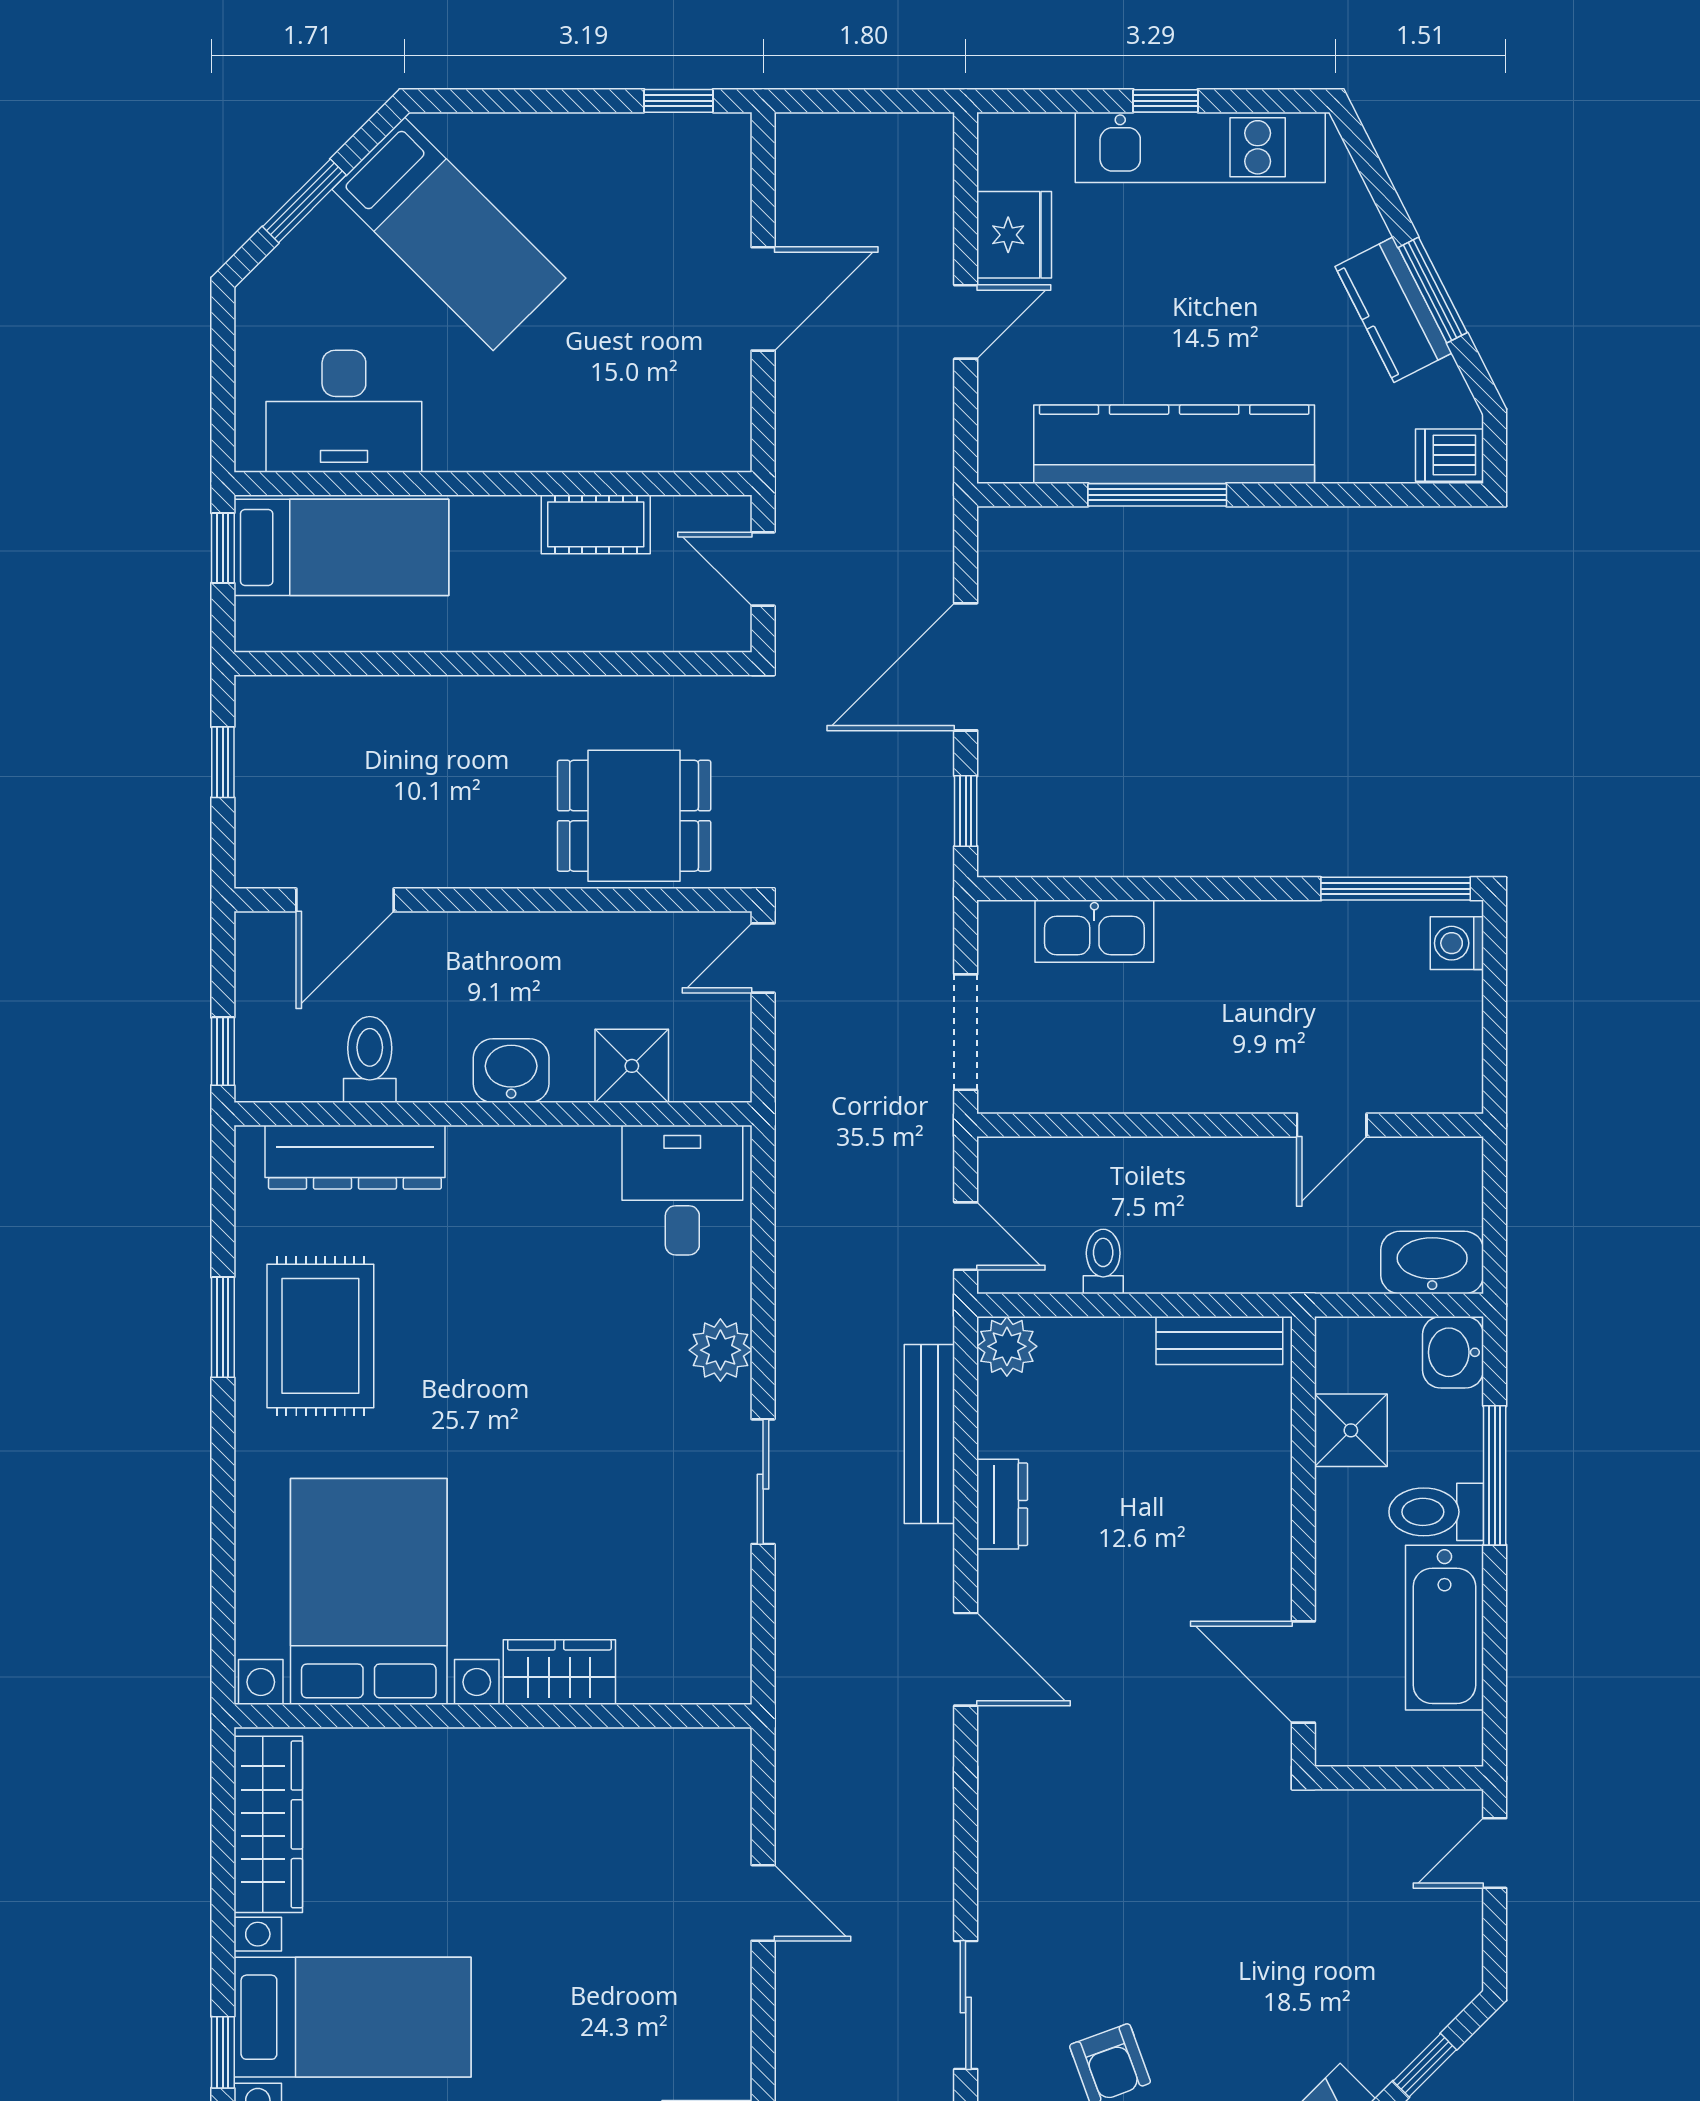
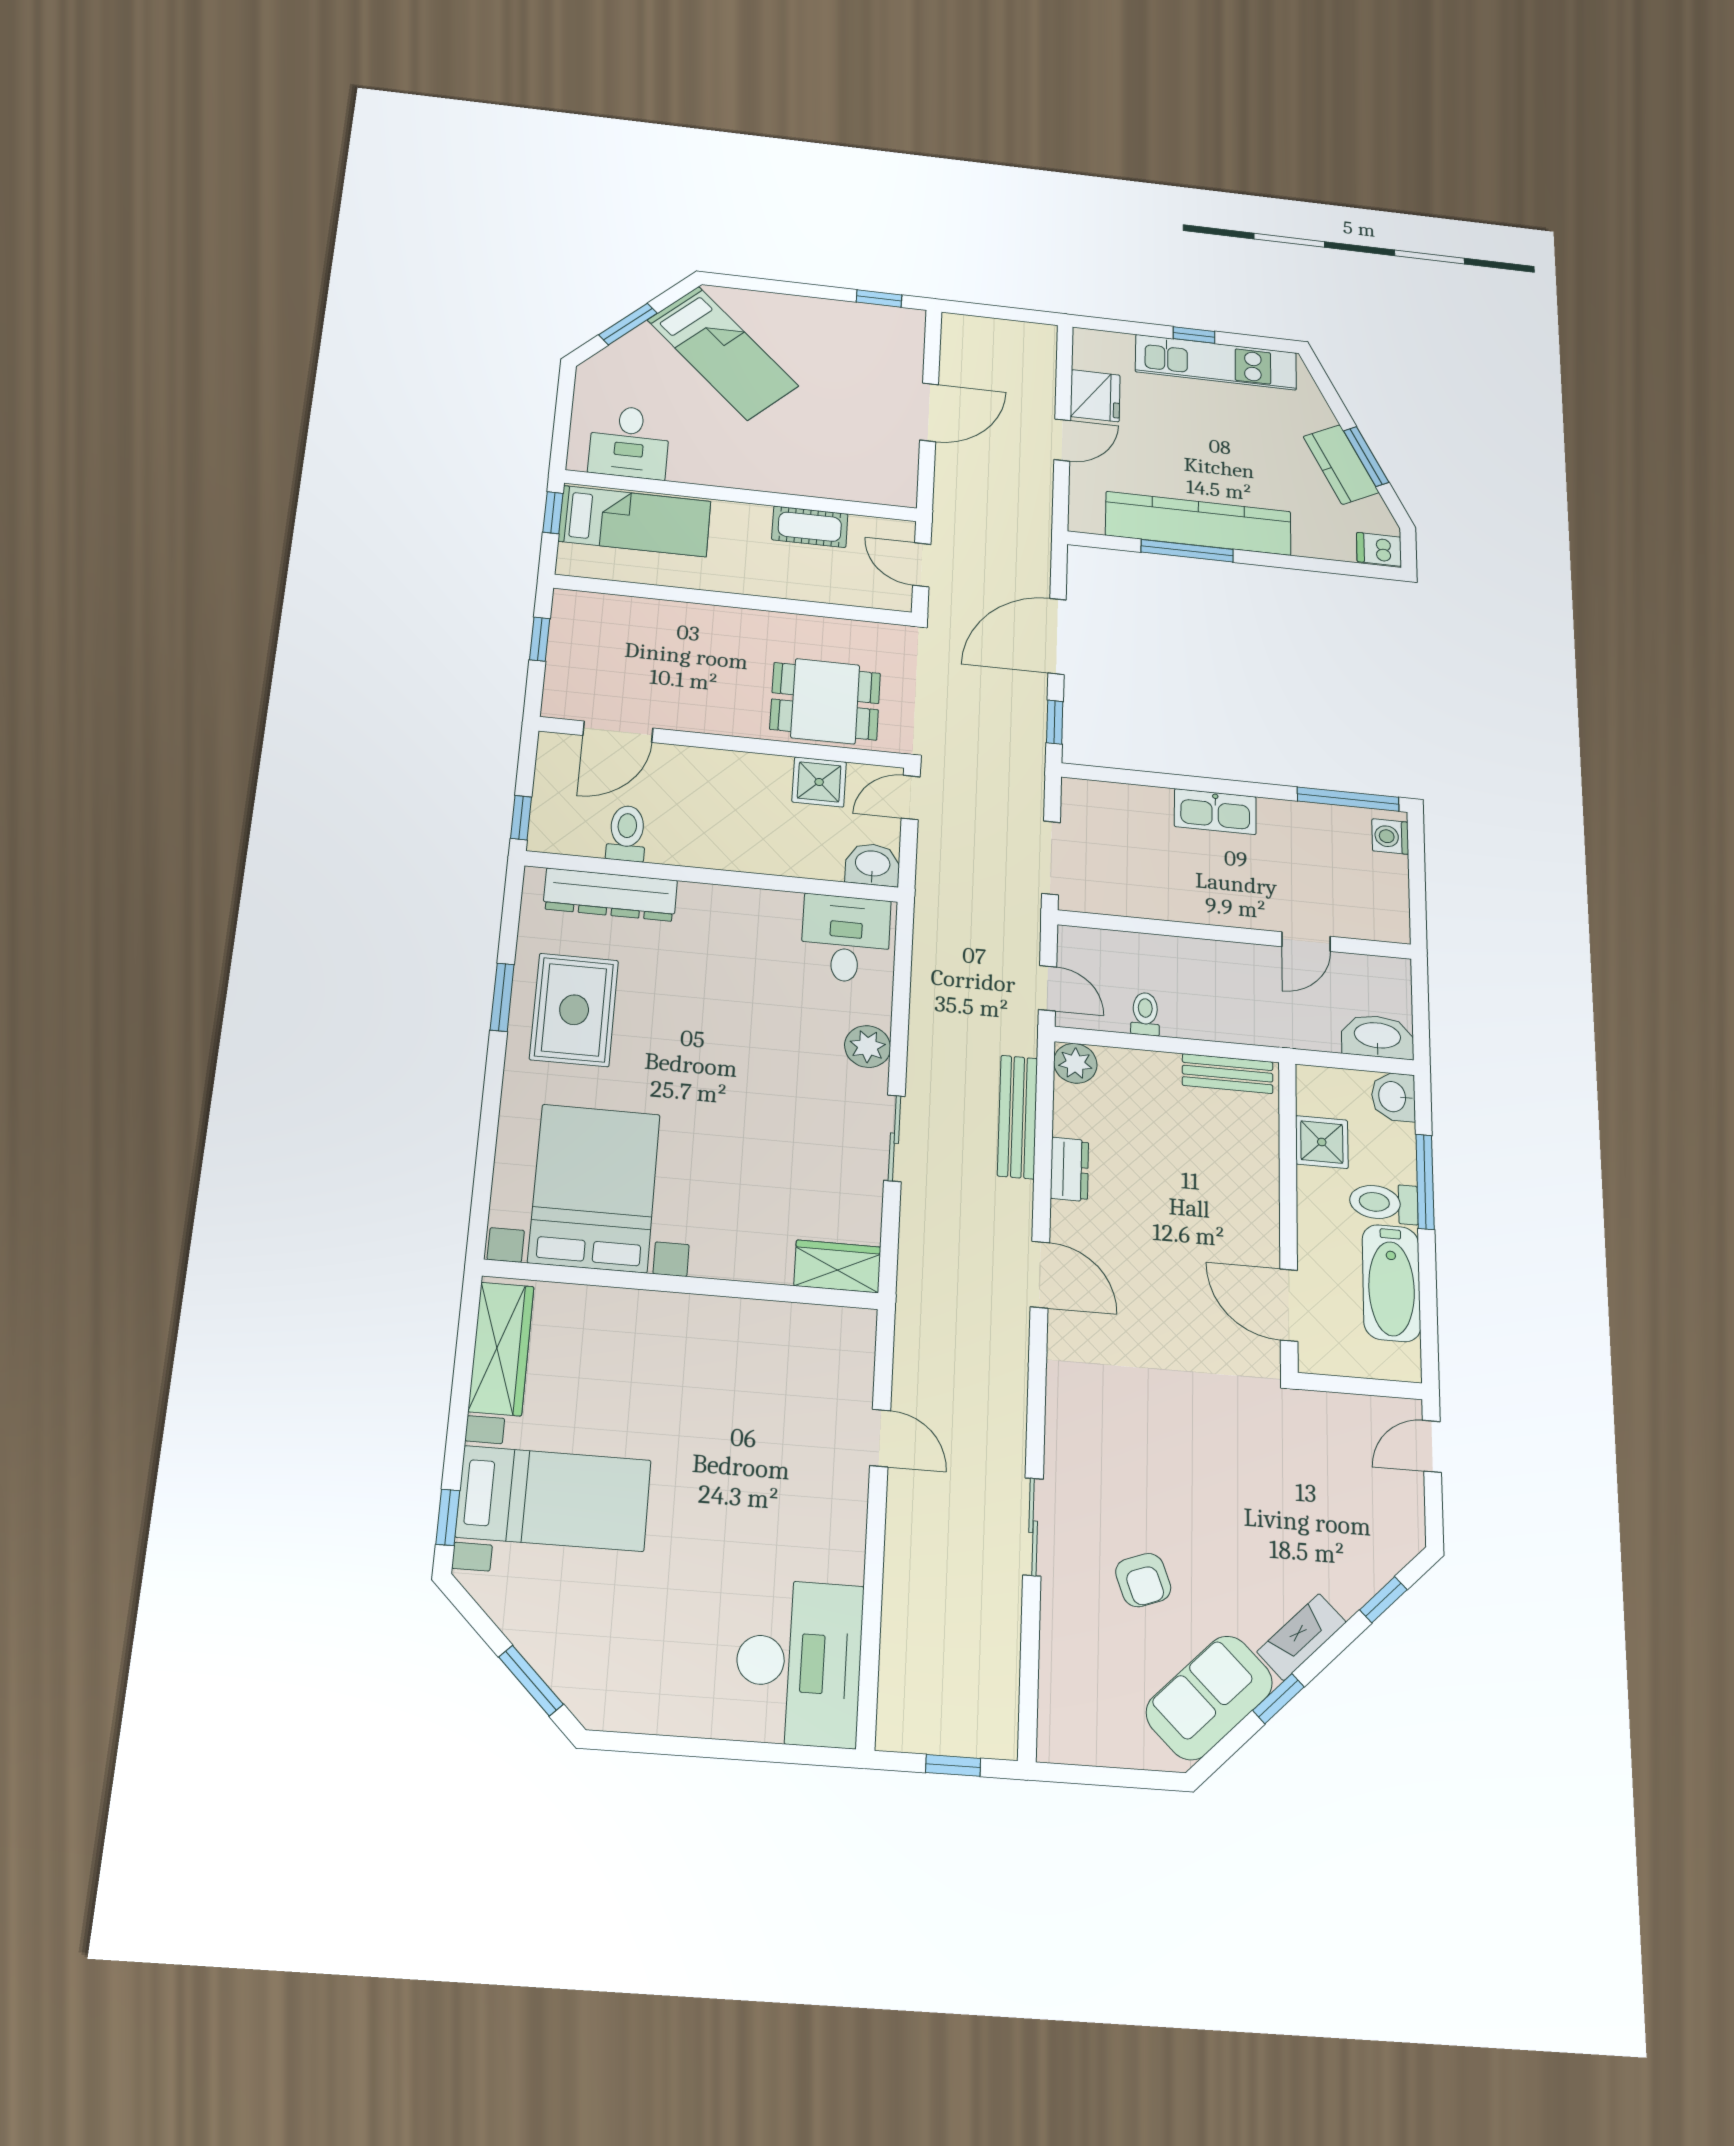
desk: (344, 411) -> (629, 442), width x0.73
kitchen sink: (1094, 931) -> (1215, 812), moved
shower: (632, 1066) -> (819, 782), moved
washbasin: (511, 1071) -> (873, 865), moved
wardrobe: (559, 1672) -> (837, 1266), moved

